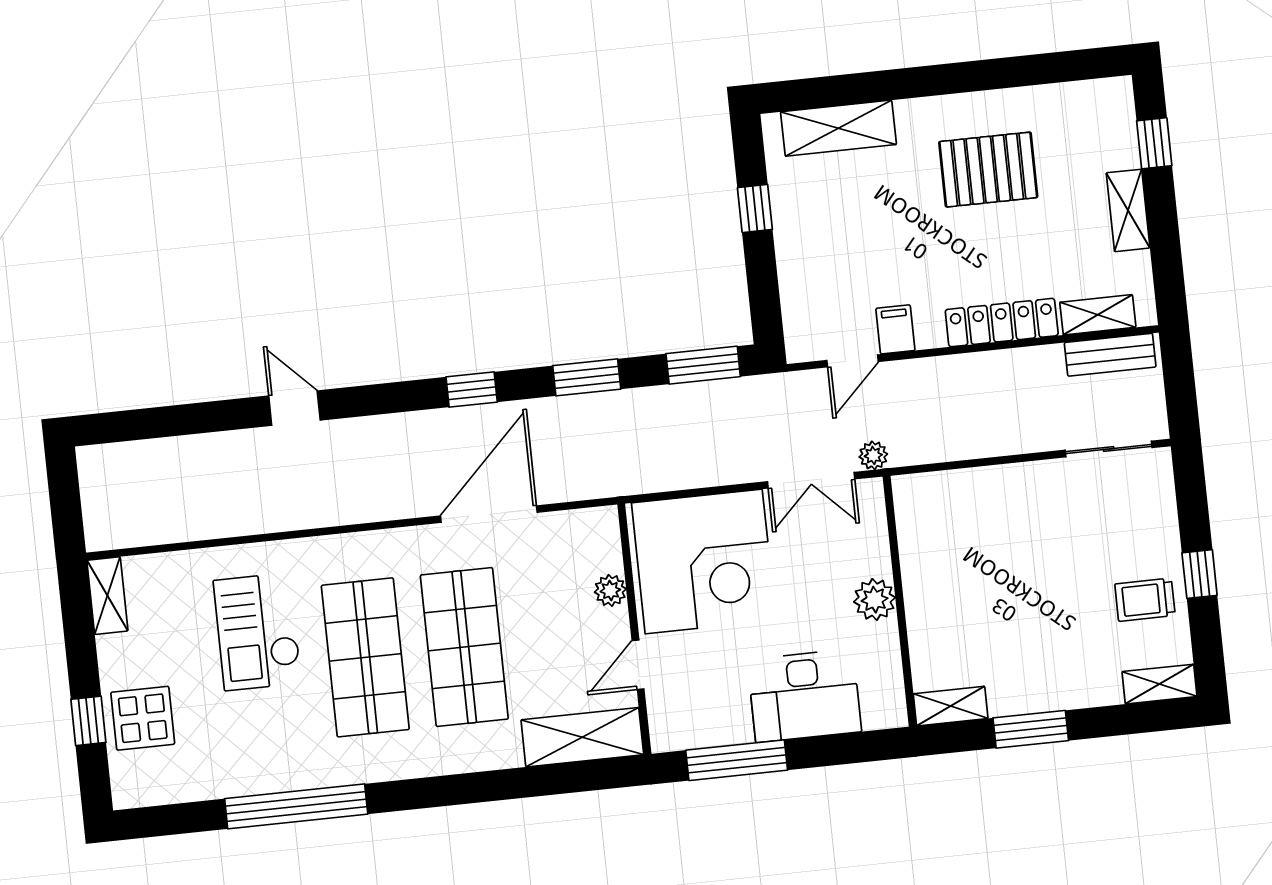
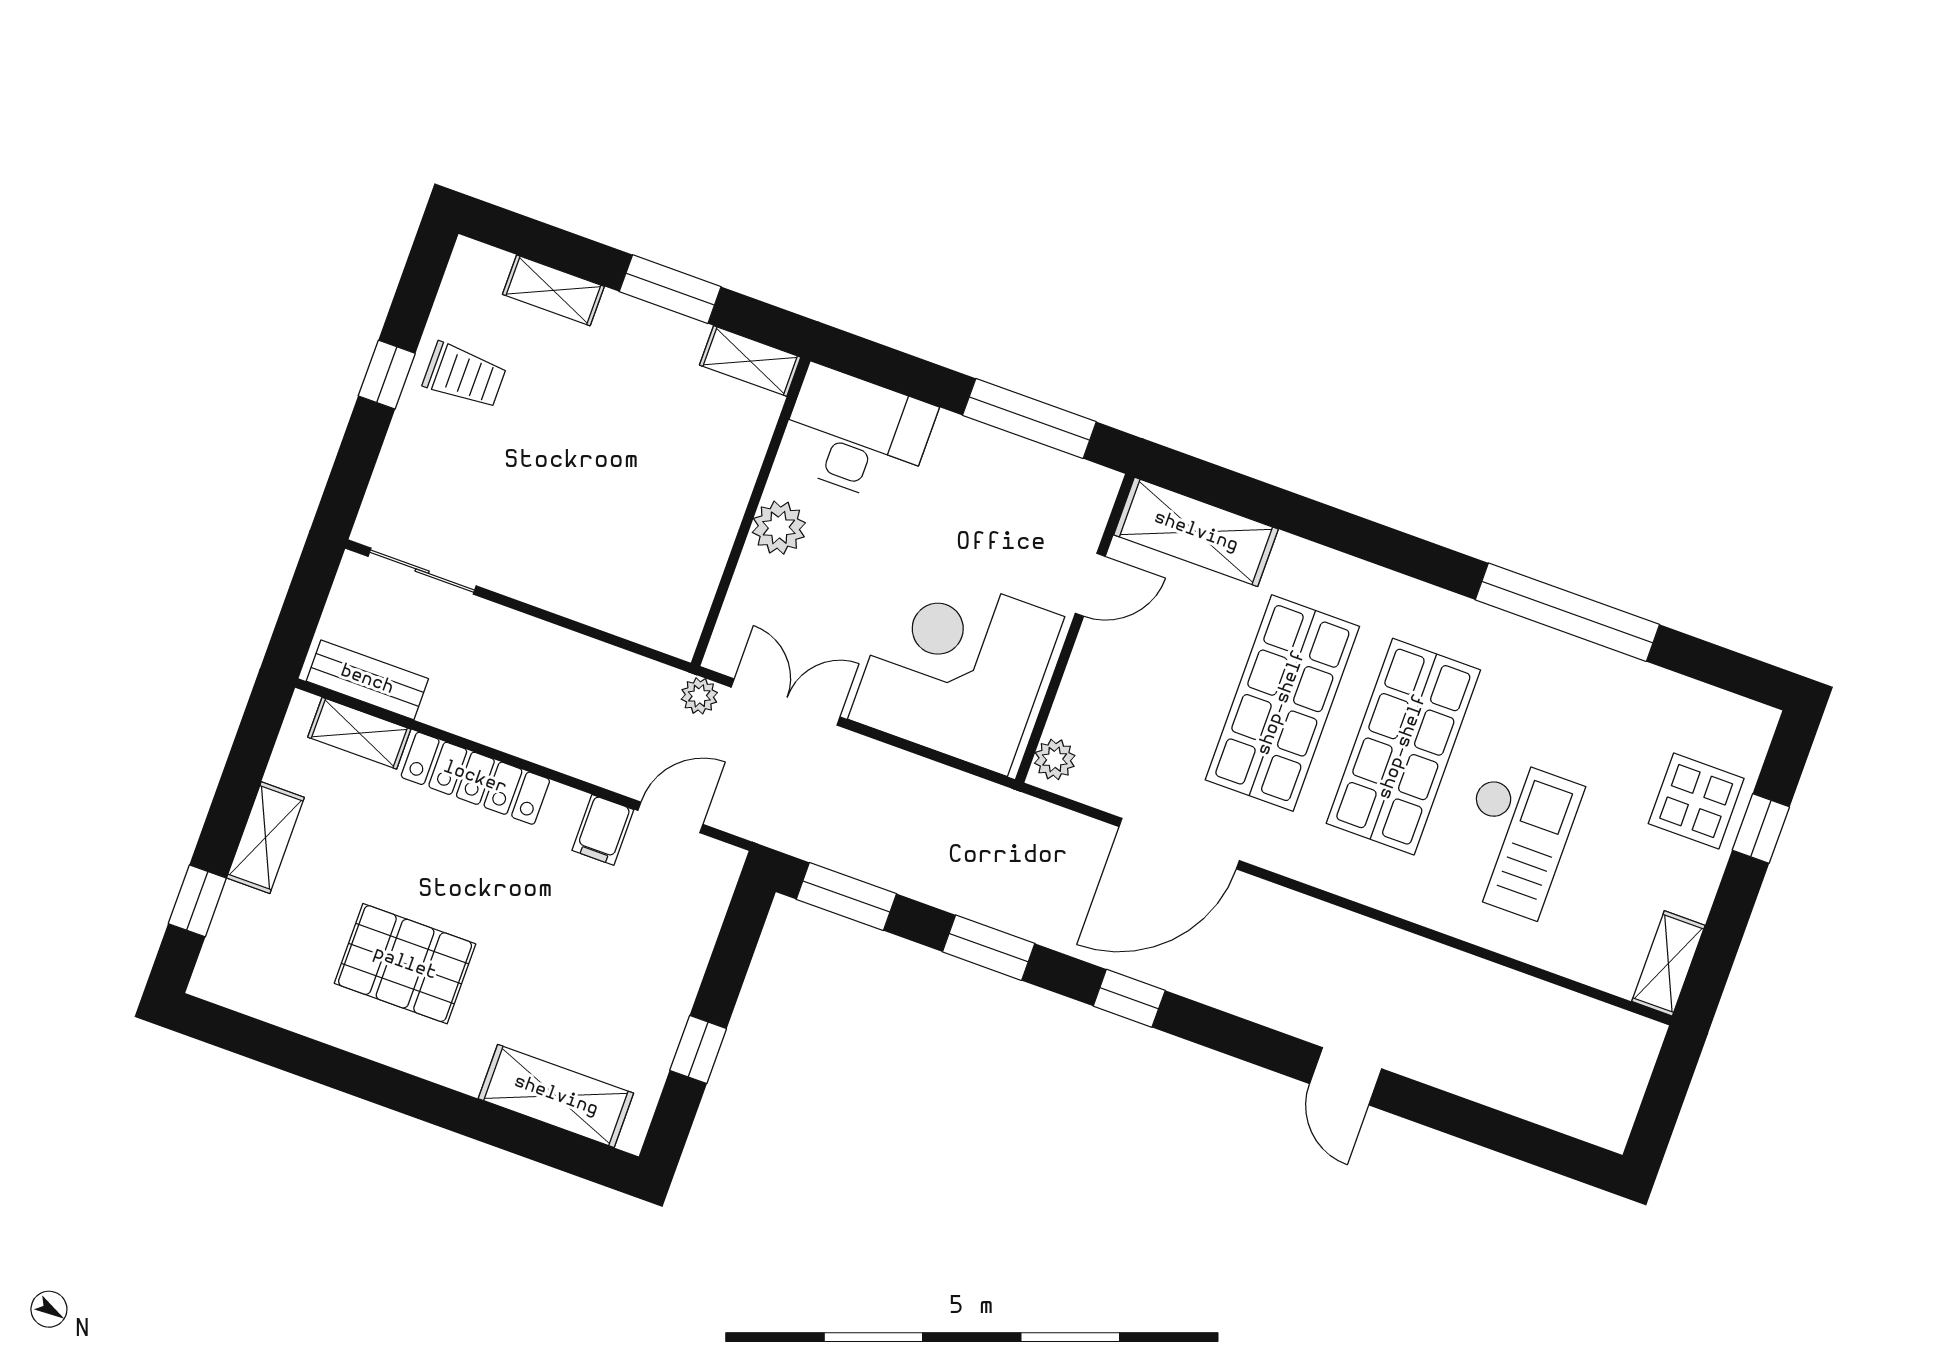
plant: (610, 590) -> (1055, 759), moved
shelving: (1159, 684) -> (553, 290), moved
desk: (804, 696) -> (857, 435), moved

